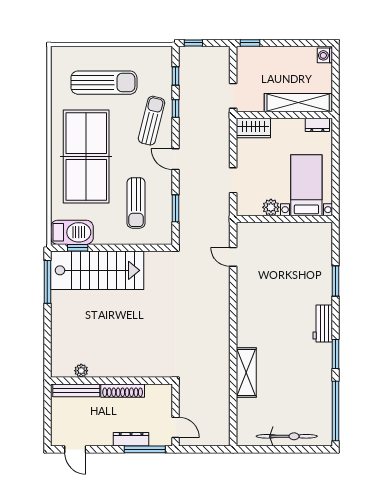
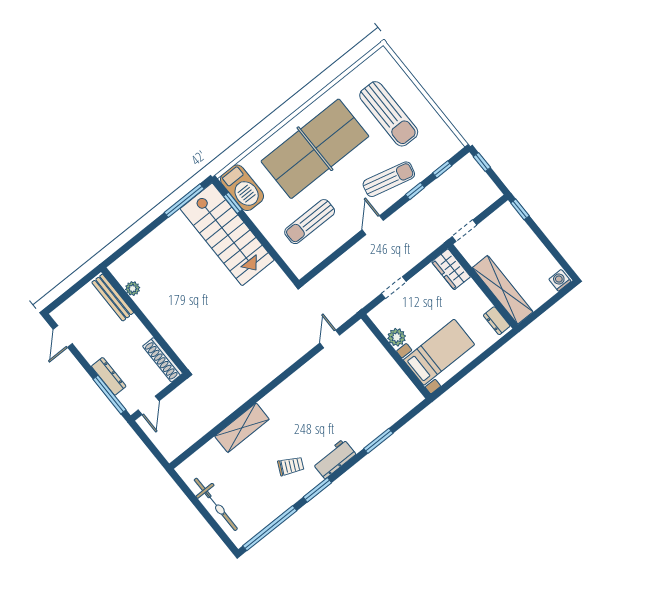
window: (175, 208) -> (332, 258), removed
trolley: (303, 359) -> (291, 466), added
shoe rack: (123, 391) -> (163, 360), moved

